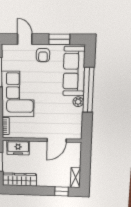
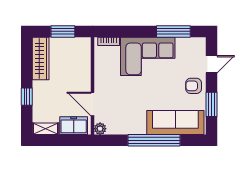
plant: (78, 102) -> (100, 129), moved
freezer: (18, 148) -> (74, 126), moved, turned 90
window: (61, 191) -> (27, 97), moved

